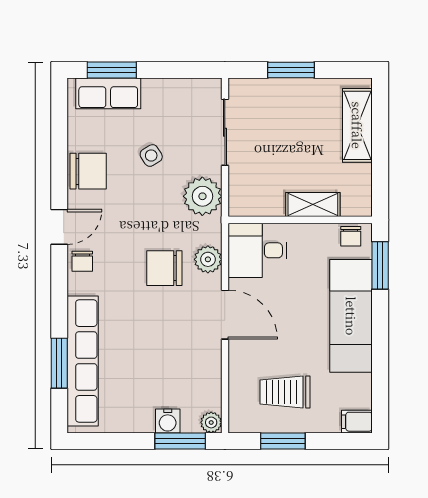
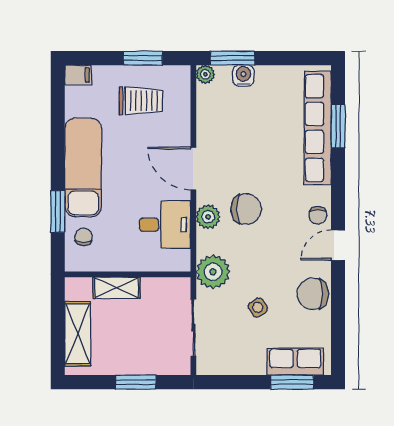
shelving: (313, 205) -> (117, 288), moved
wall: (300, 220) -> (128, 274), moved
chair: (82, 261) -> (318, 215), turned 180

